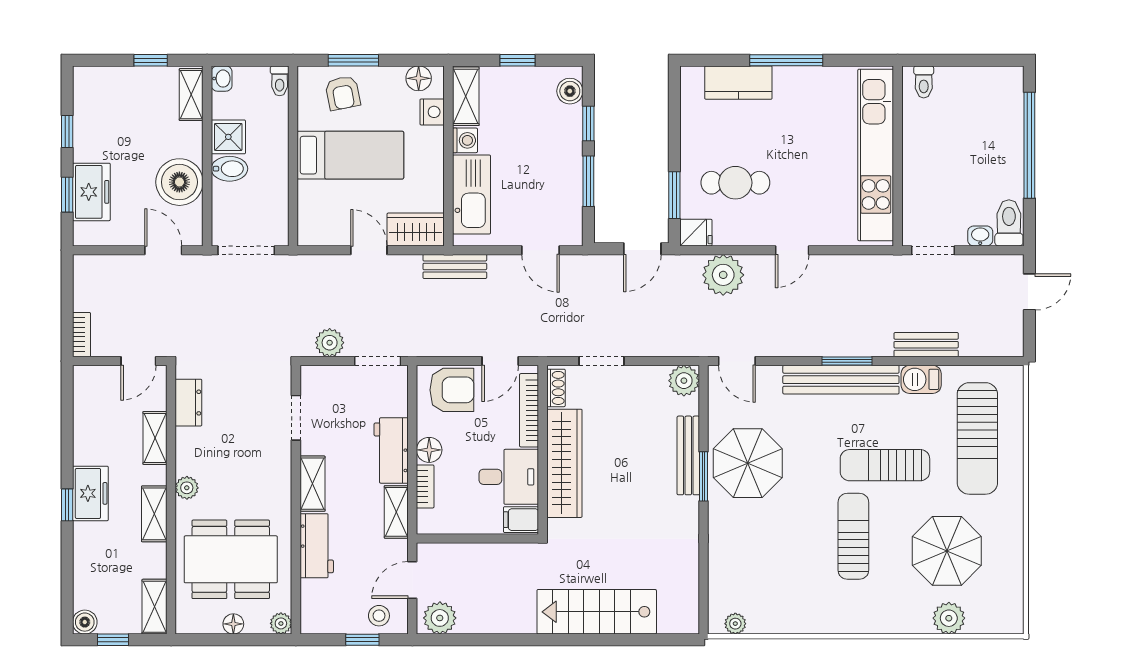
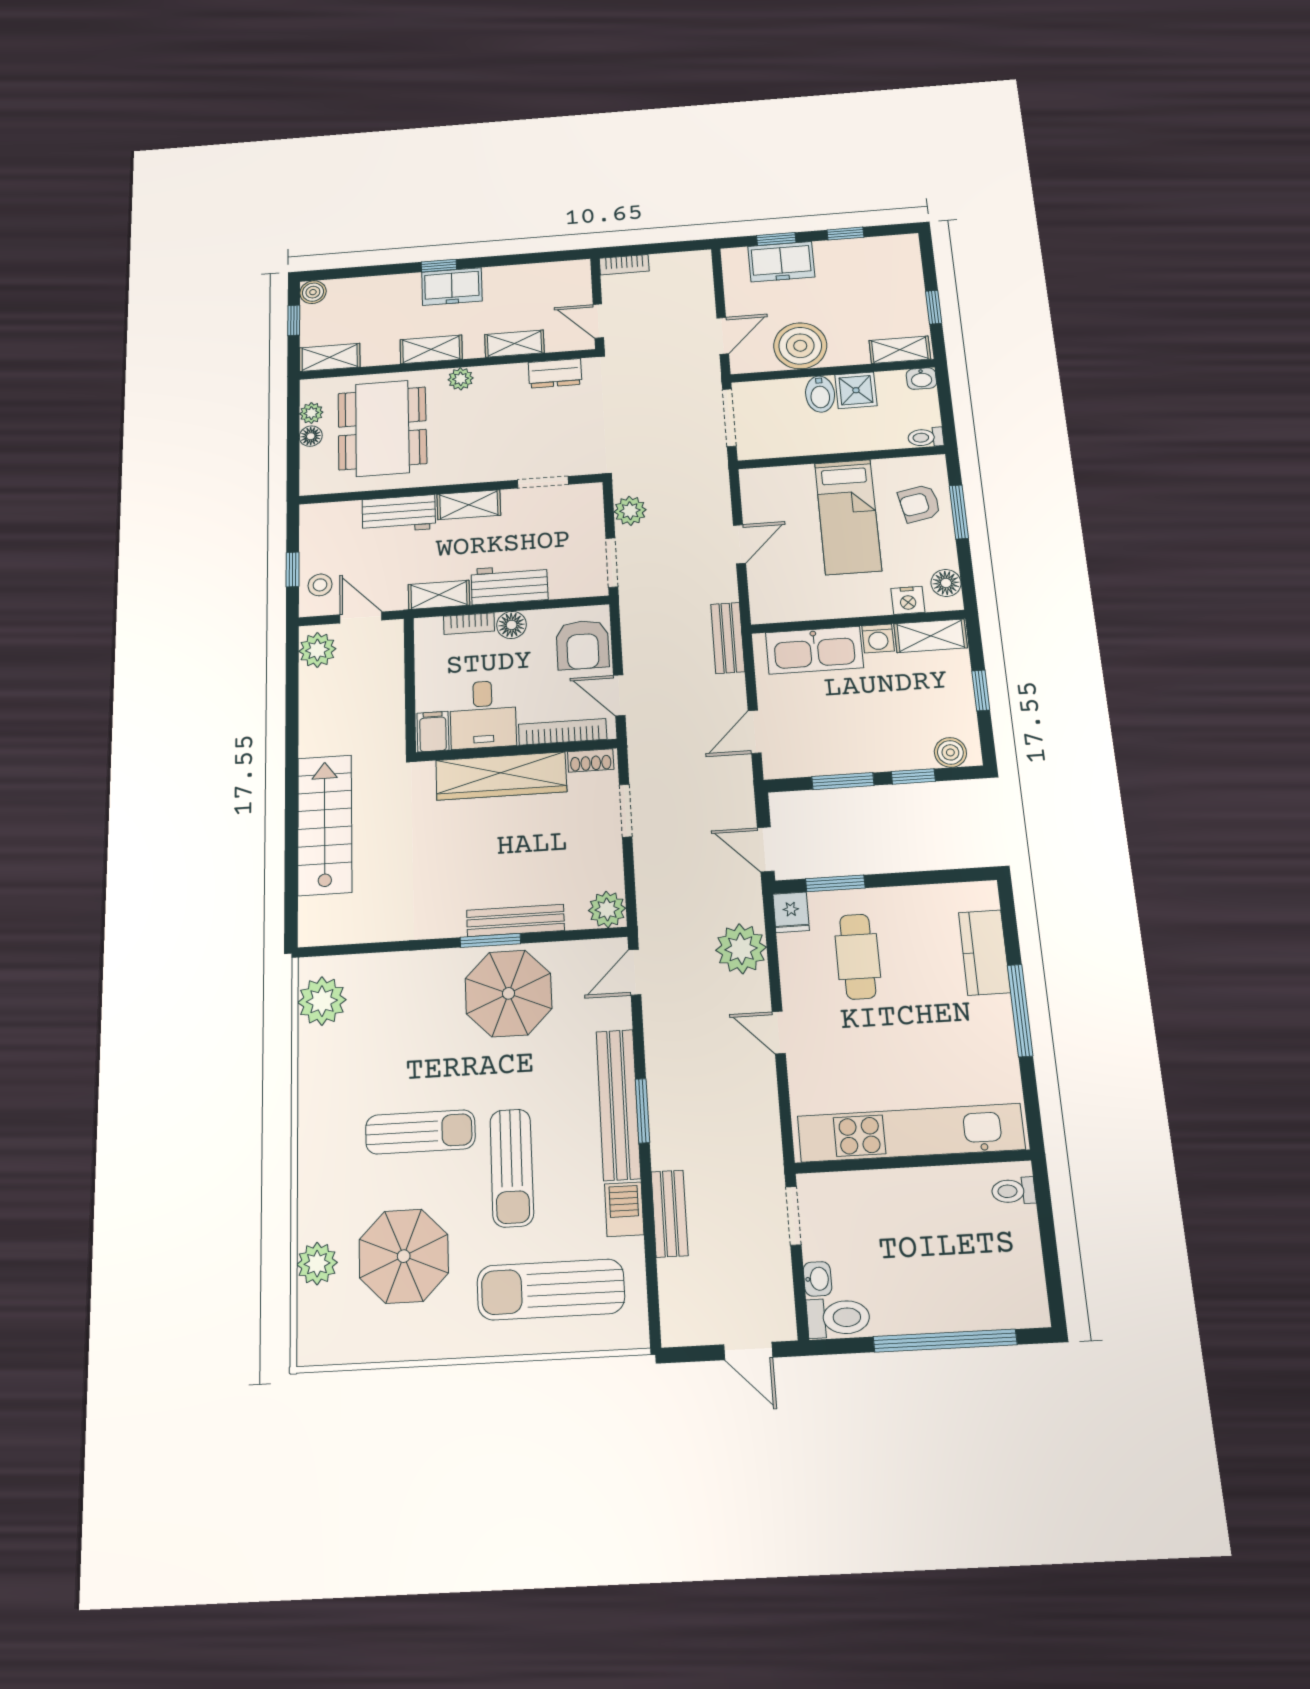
wardrobe: (416, 229) -> (768, 592), removed
sun lounger: (885, 465) -> (512, 1168), turned 180
plant: (281, 623) -> (311, 413), moved
plant: (735, 624) -> (322, 1001), width x1.88, depth x1.88

